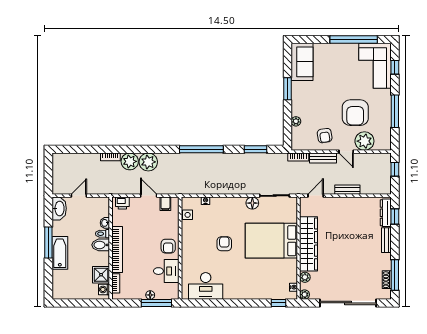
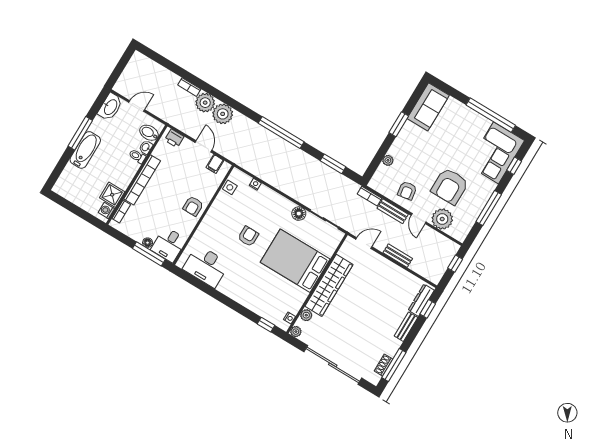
bidet: (101, 245) -> (149, 133), moved
desk: (166, 271) -> (169, 245), moved, turned 90

